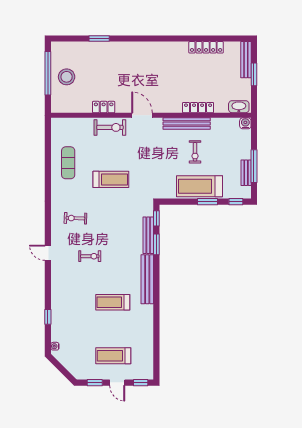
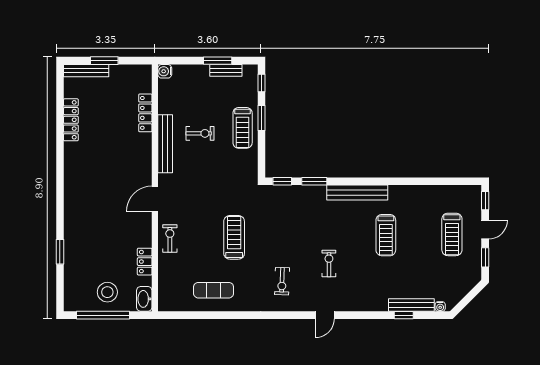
locker: (104, 107) -> (145, 262), moved
washbasin: (239, 107) -> (144, 299), moved
locker: (198, 108) -> (145, 113), moved
exercise bike: (110, 127) -> (170, 239), width x0.73, depth x0.72
window: (254, 166) -> (218, 61), width x0.69
treadmill: (200, 186) -> (243, 128), width x0.73, depth x0.73
bench: (148, 235) -> (411, 305), moved

